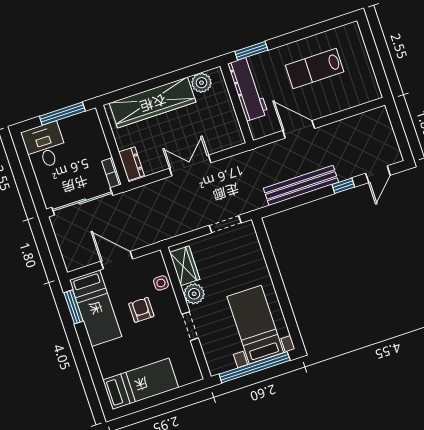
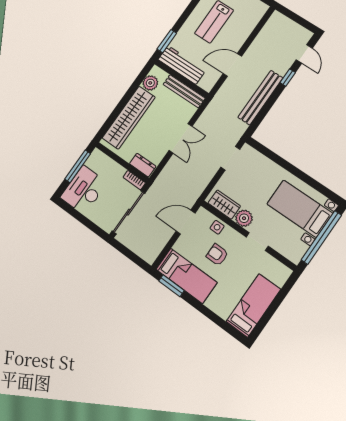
bench: (230, 119) -> (184, 91), added
desk: (45, 146) -> (84, 190), width x1.37
double door: (190, 166) -> (181, 138), swing flipped
door: (117, 260) -> (186, 222), moved

